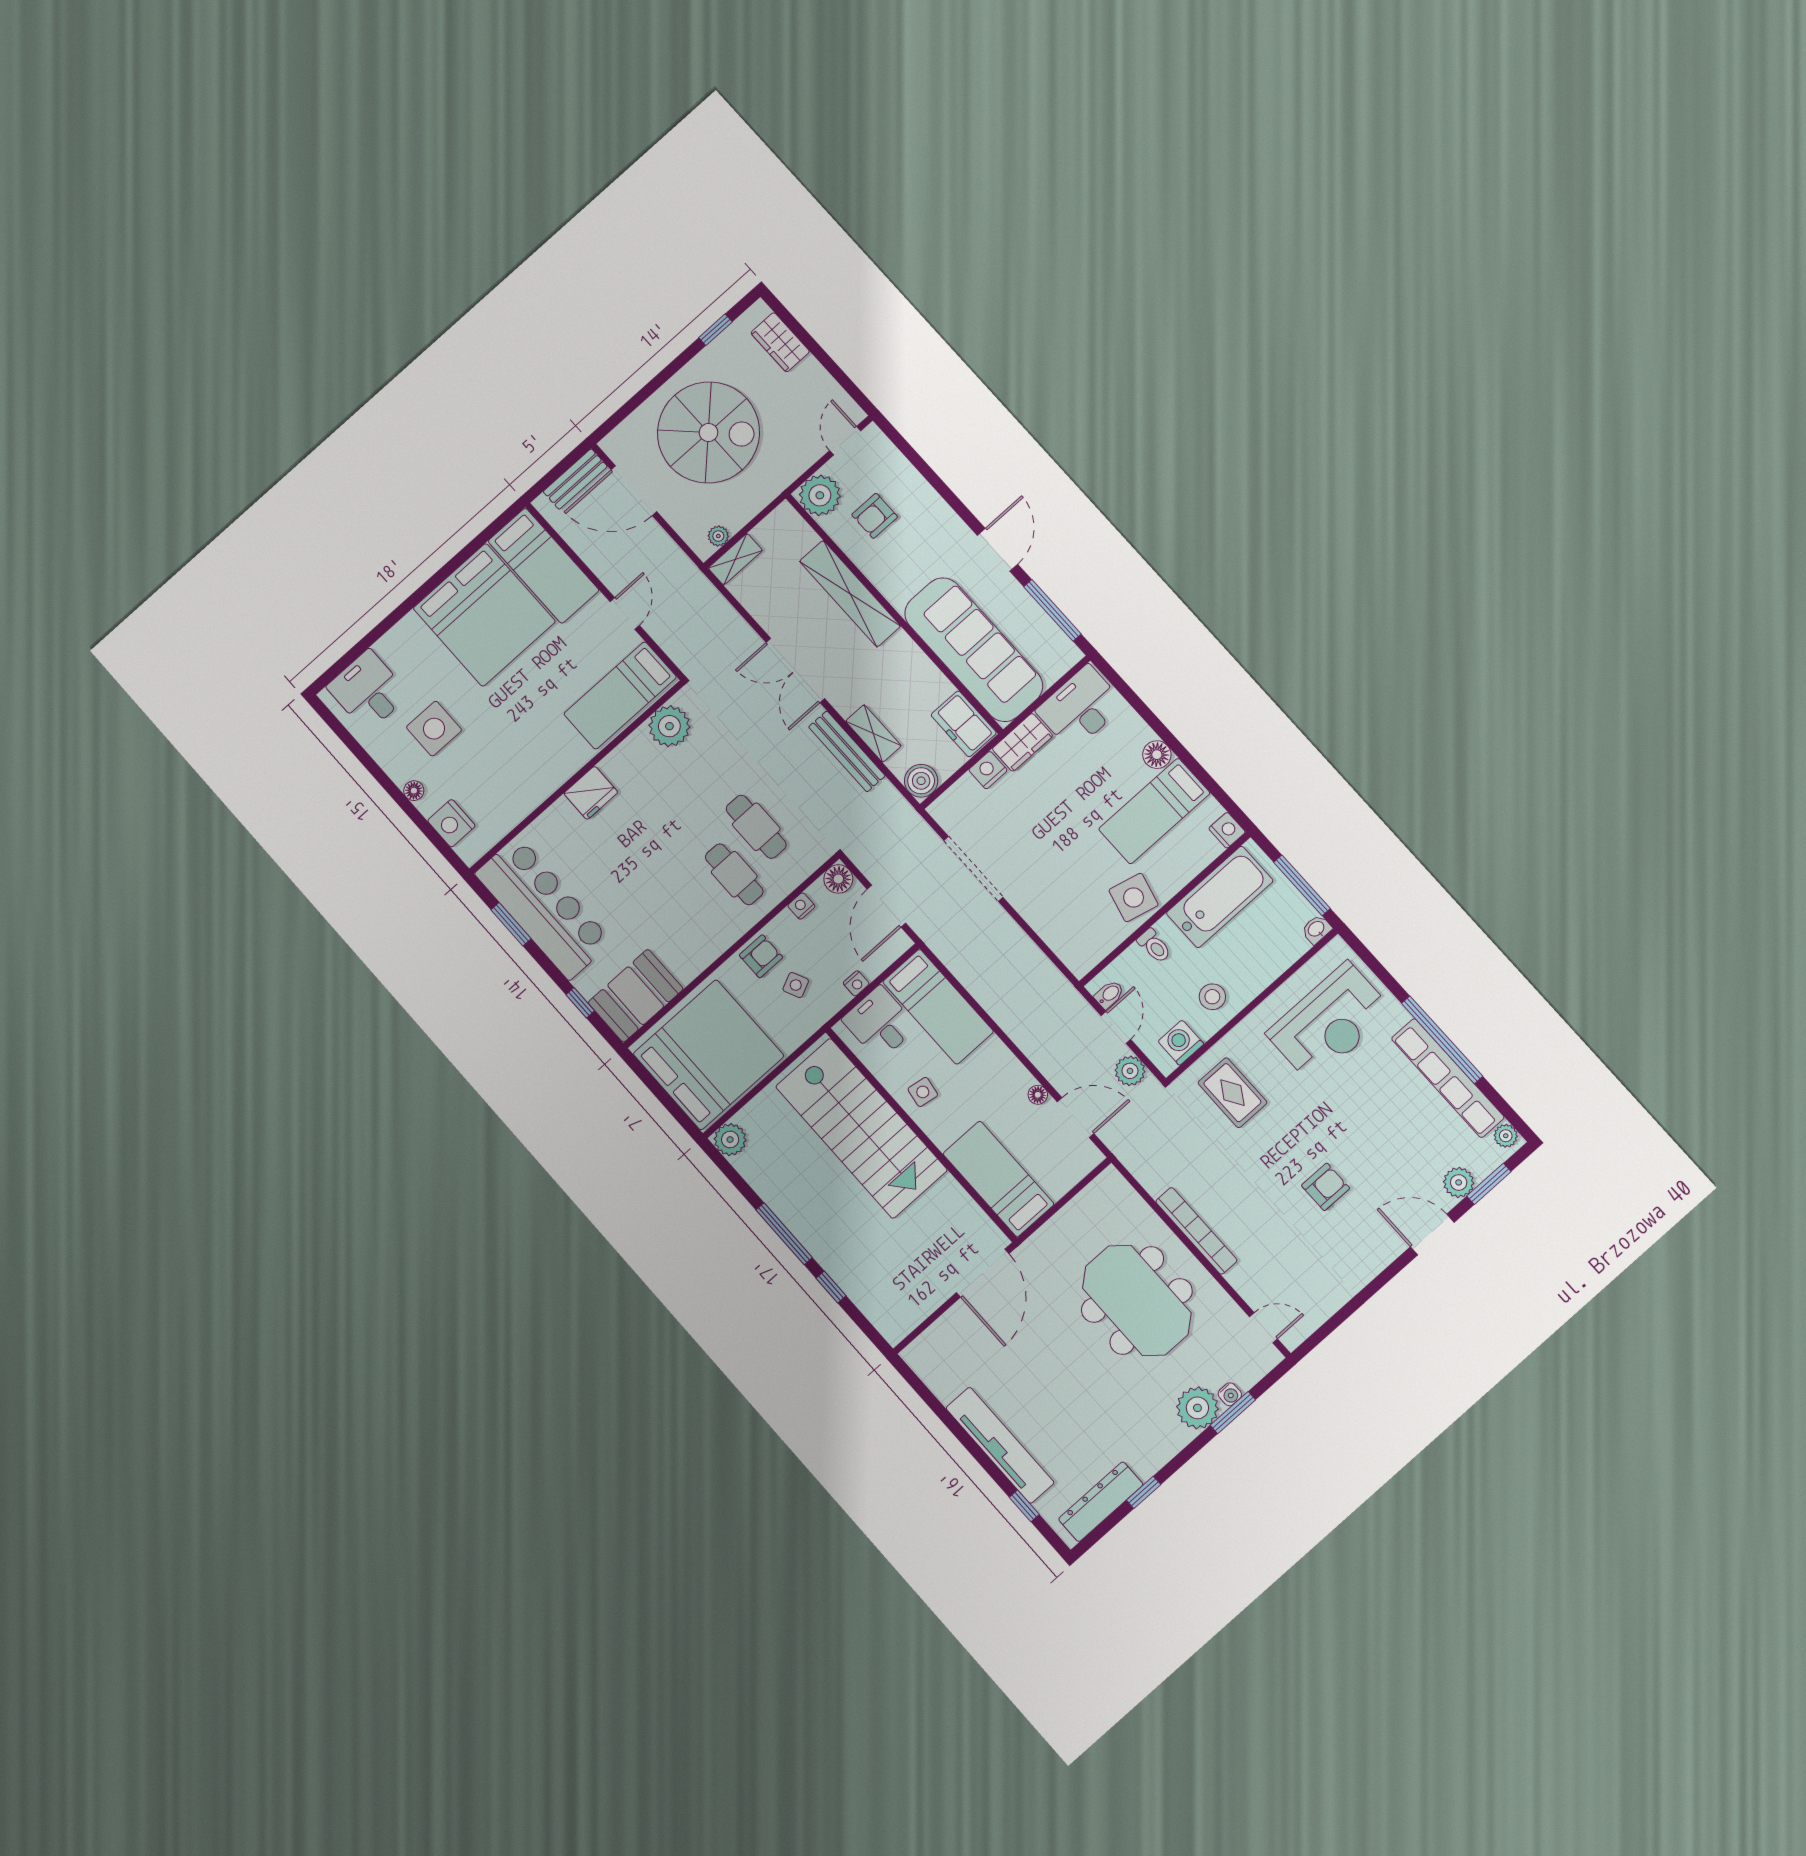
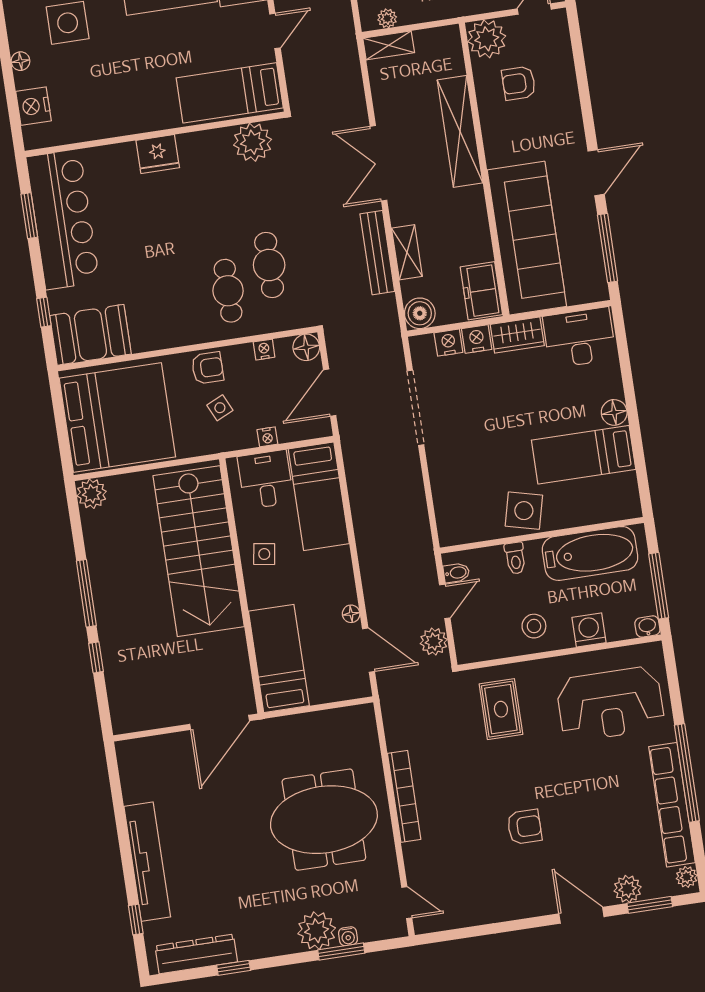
nightstand: (1227, 830) -> (448, 343), moved, turned -90
washing machine: (1181, 1043) -> (589, 630), moved
meeting table: (1137, 1300) -> (324, 820), turned 90

